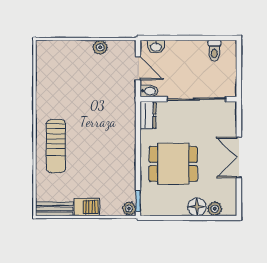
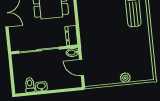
plant: (100, 47) -> (125, 78), moved
washbasin: (156, 47) -> (41, 87), moved

